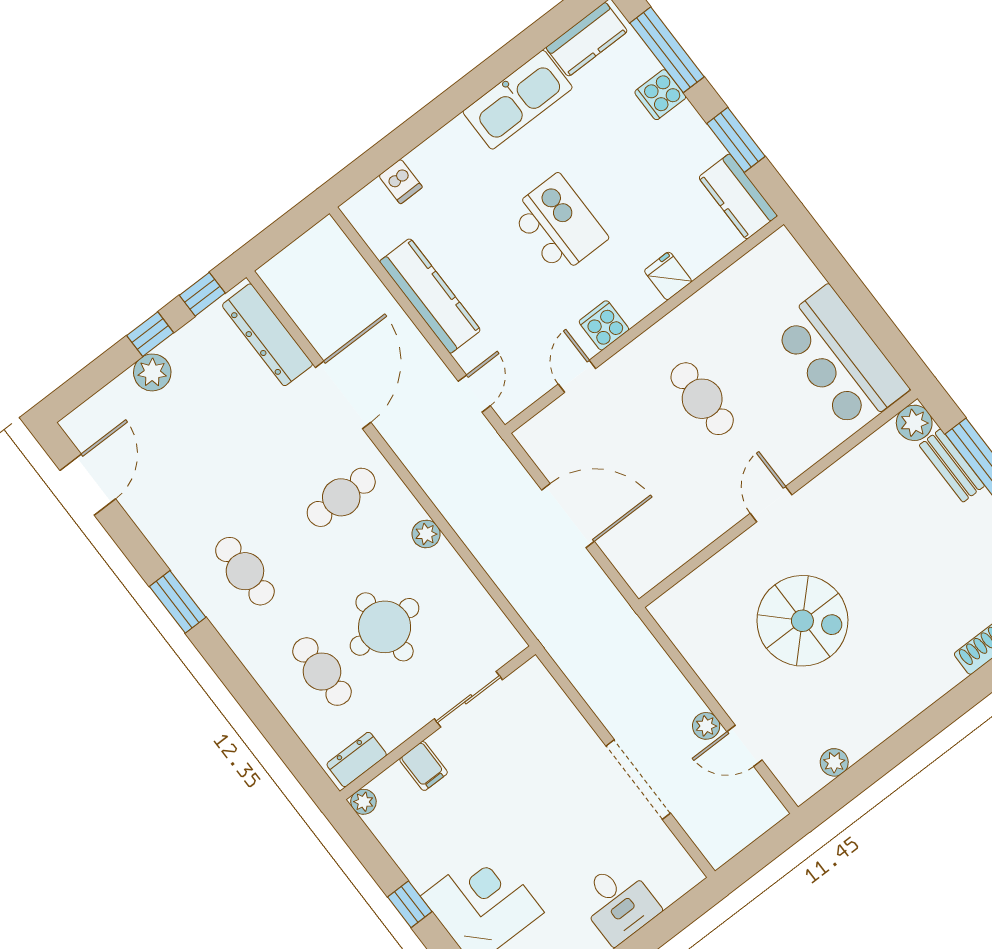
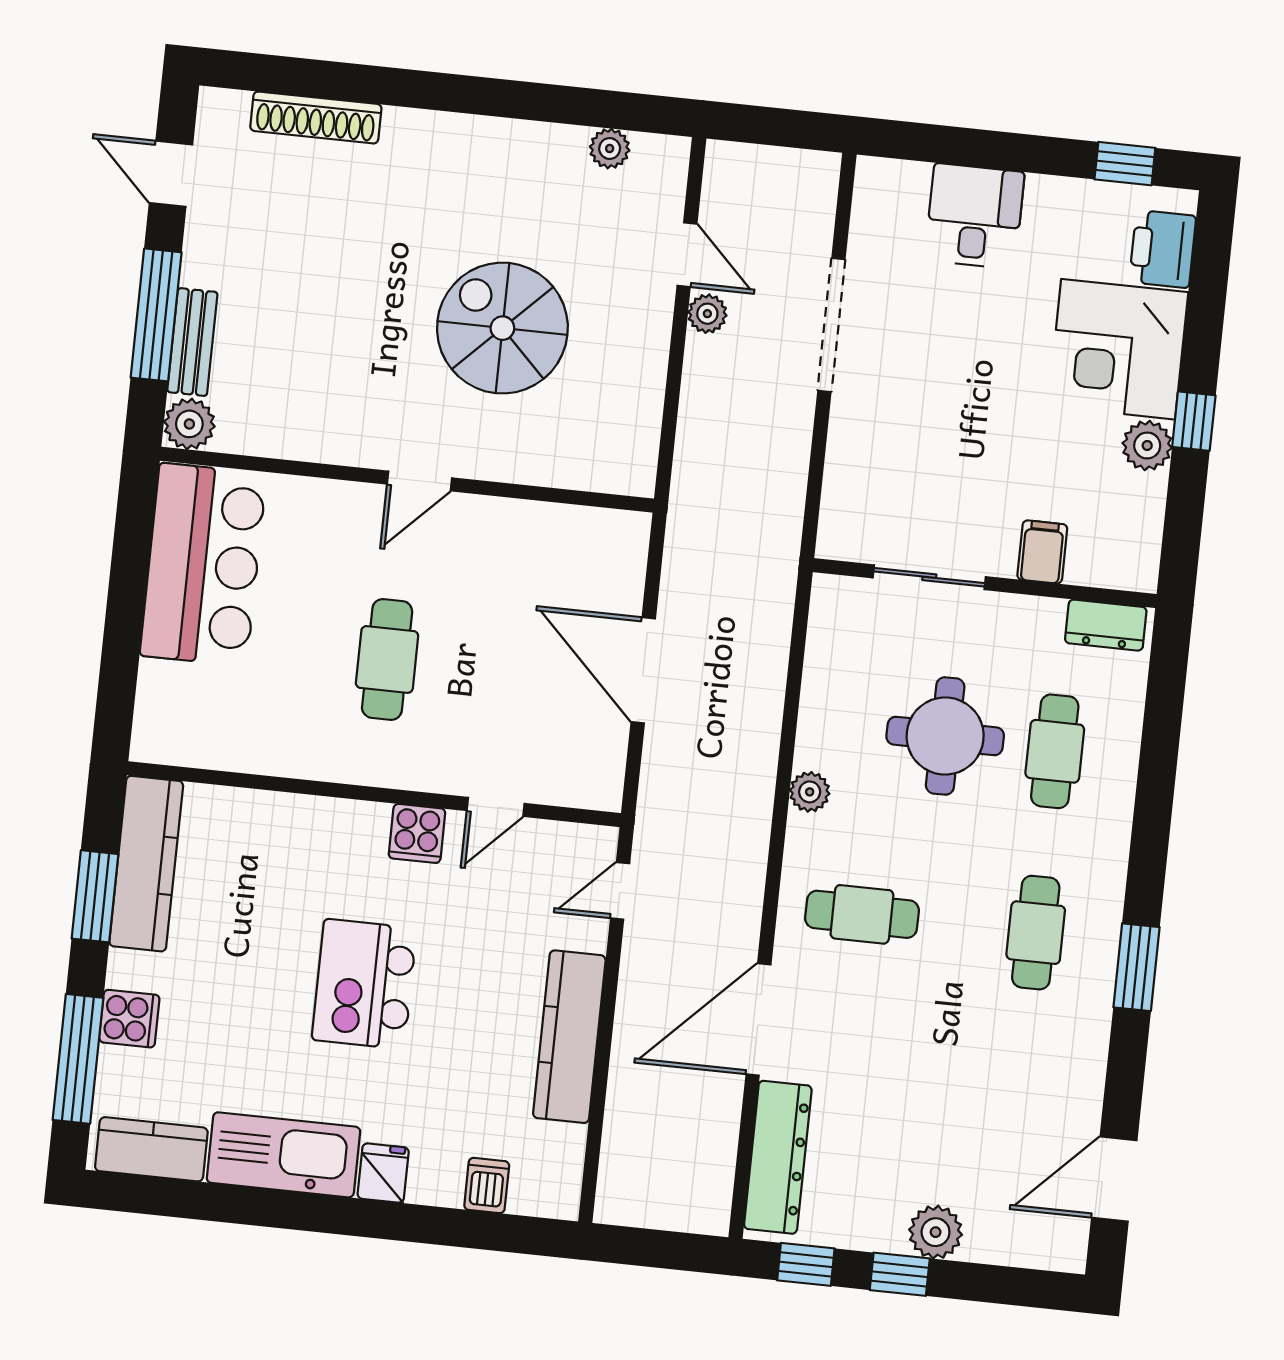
kitchen counter: (738, 197) -> (146, 864), width x1.50
fridge: (668, 276) -> (383, 1173), moved, turned 180
plant: (363, 802) -> (1147, 445), moved, width x1.38, depth x1.38

